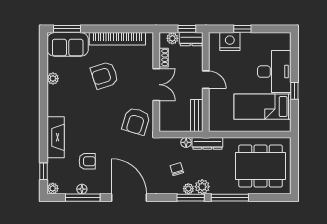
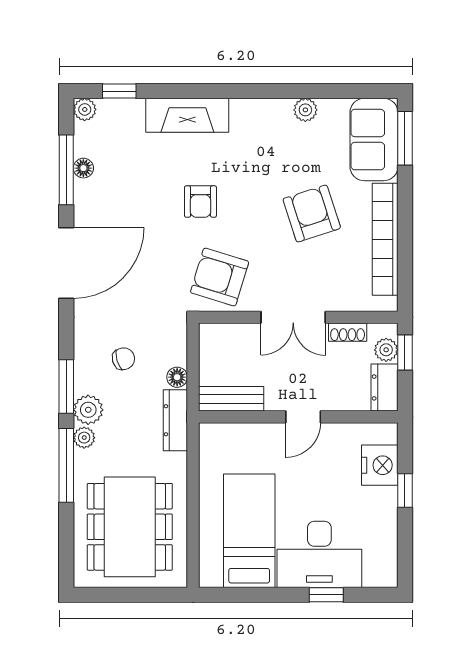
window: (187, 29) -> (405, 352), moved
window: (294, 91) -> (326, 595), moved
armchair: (87, 161) -> (200, 202), moved
plant: (188, 189) -> (84, 438), moved

